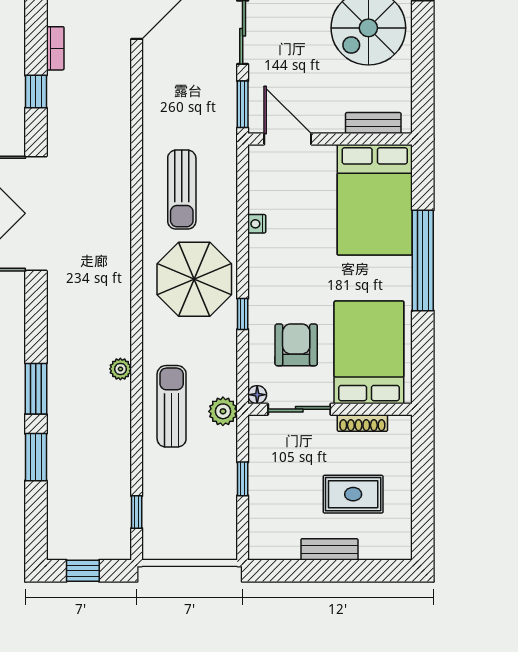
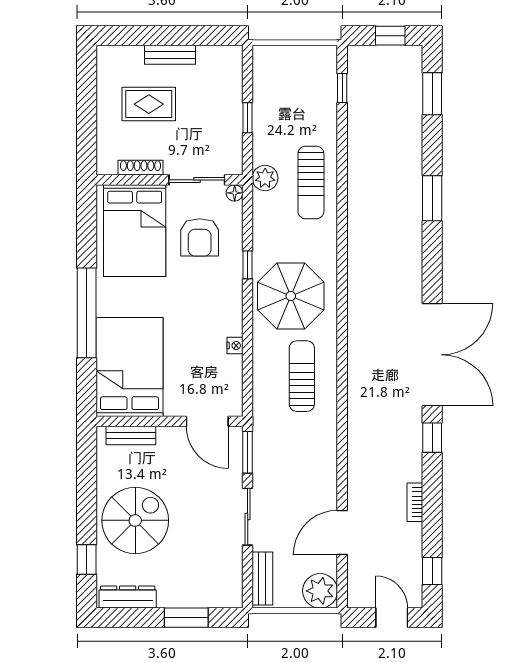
window: (36, 92) -> (432, 438), moved
plant: (120, 369) -> (357, 216), removed
window: (36, 457) -> (432, 94), moved

